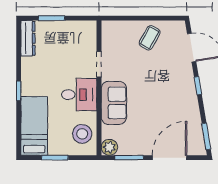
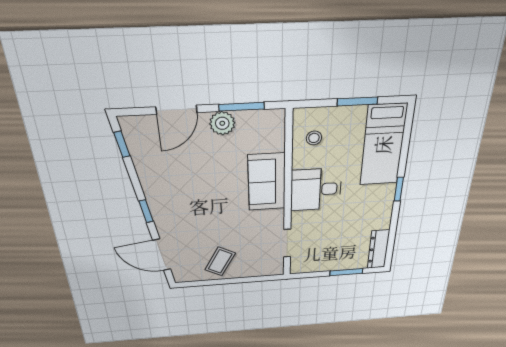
doorway: (99, 64) -> (287, 243), moved
stool: (82, 134) -> (314, 138), width x0.53, depth x0.53
window: (206, 136) -> (122, 144), width x0.67
plant: (109, 147) -> (222, 123), moved
door: (170, 158) -> (177, 110), width x0.73

